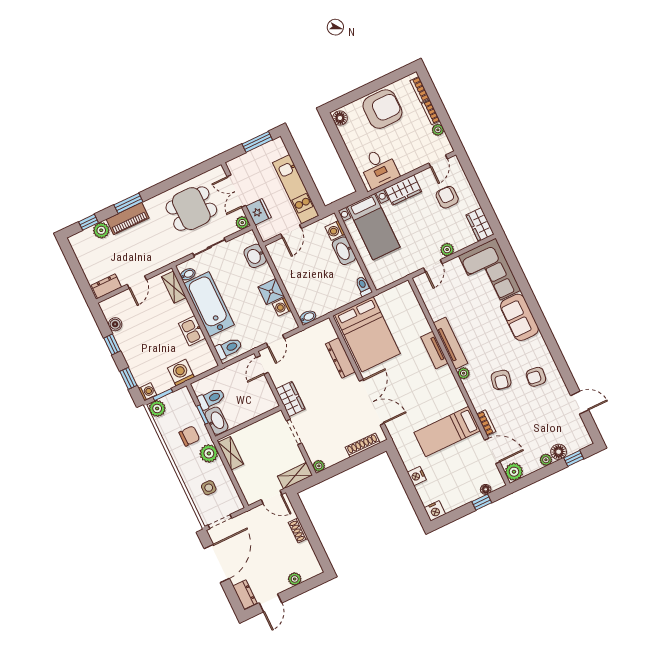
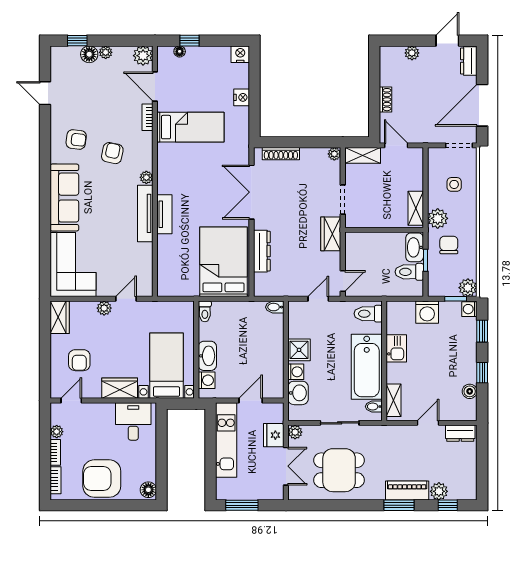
washing machine: (282, 307) -> (296, 372), moved
sofa: (519, 317) -> (64, 198), width x1.36
chair: (189, 436) -> (449, 245), turned 90

